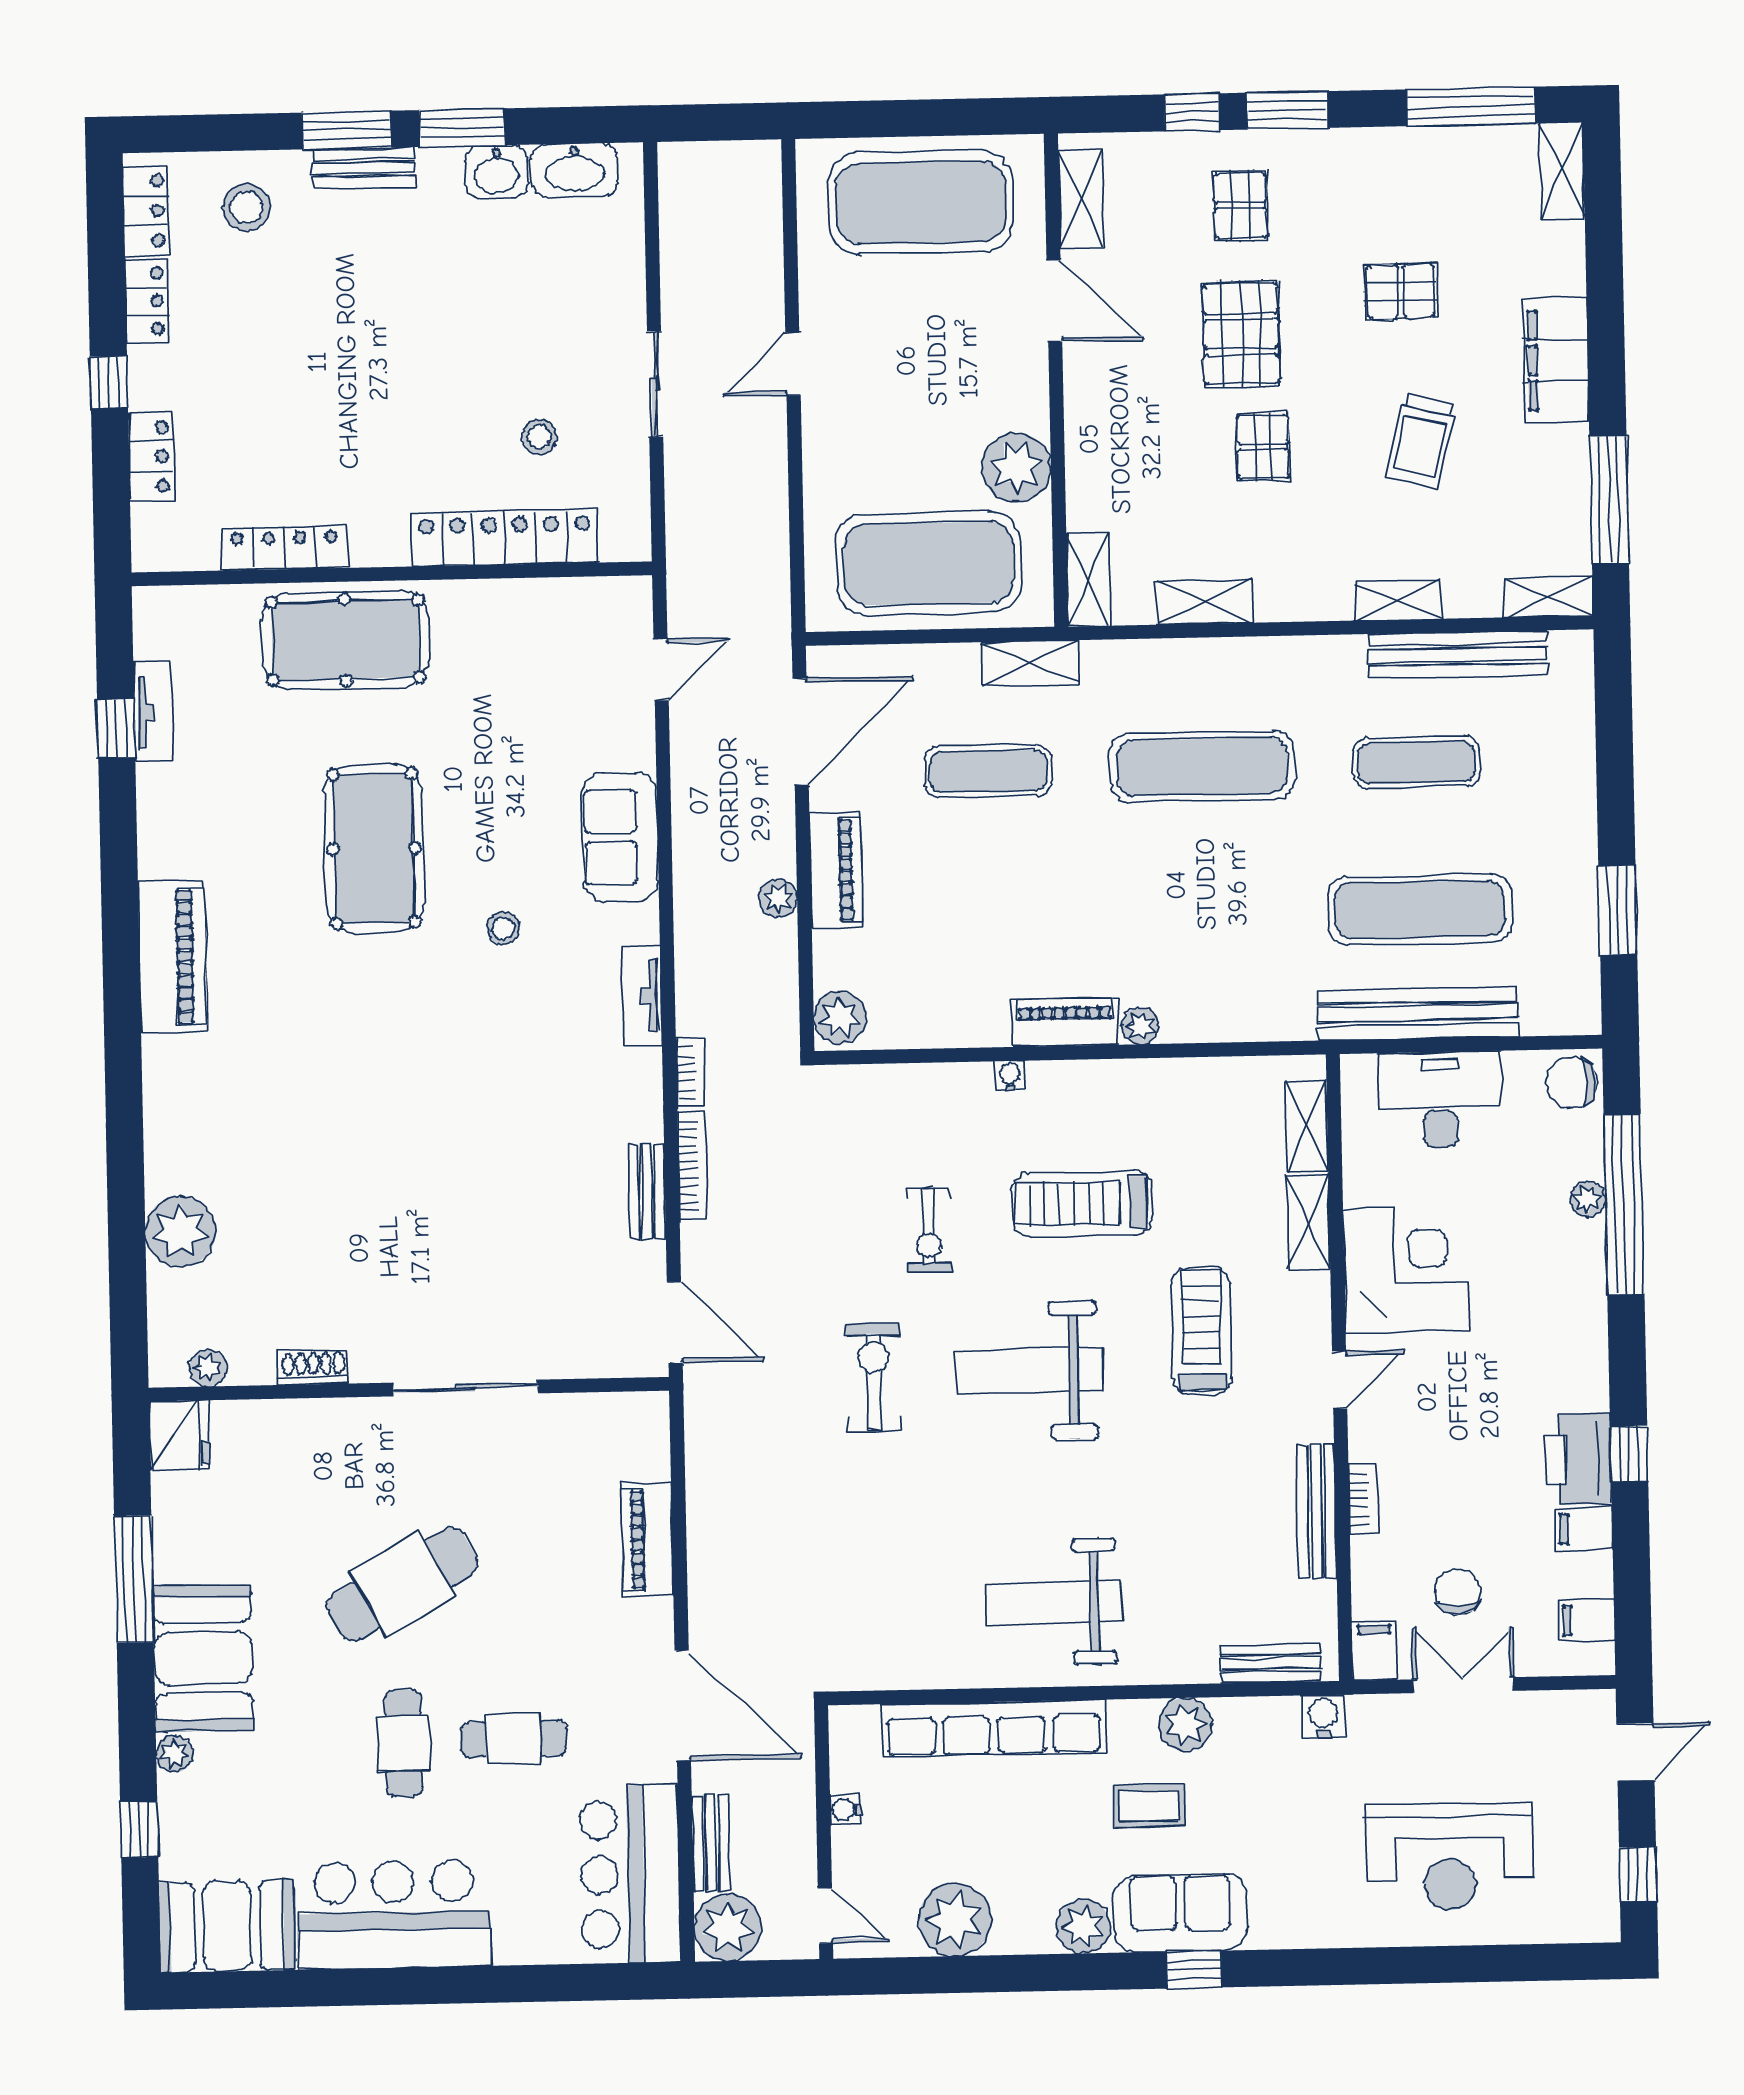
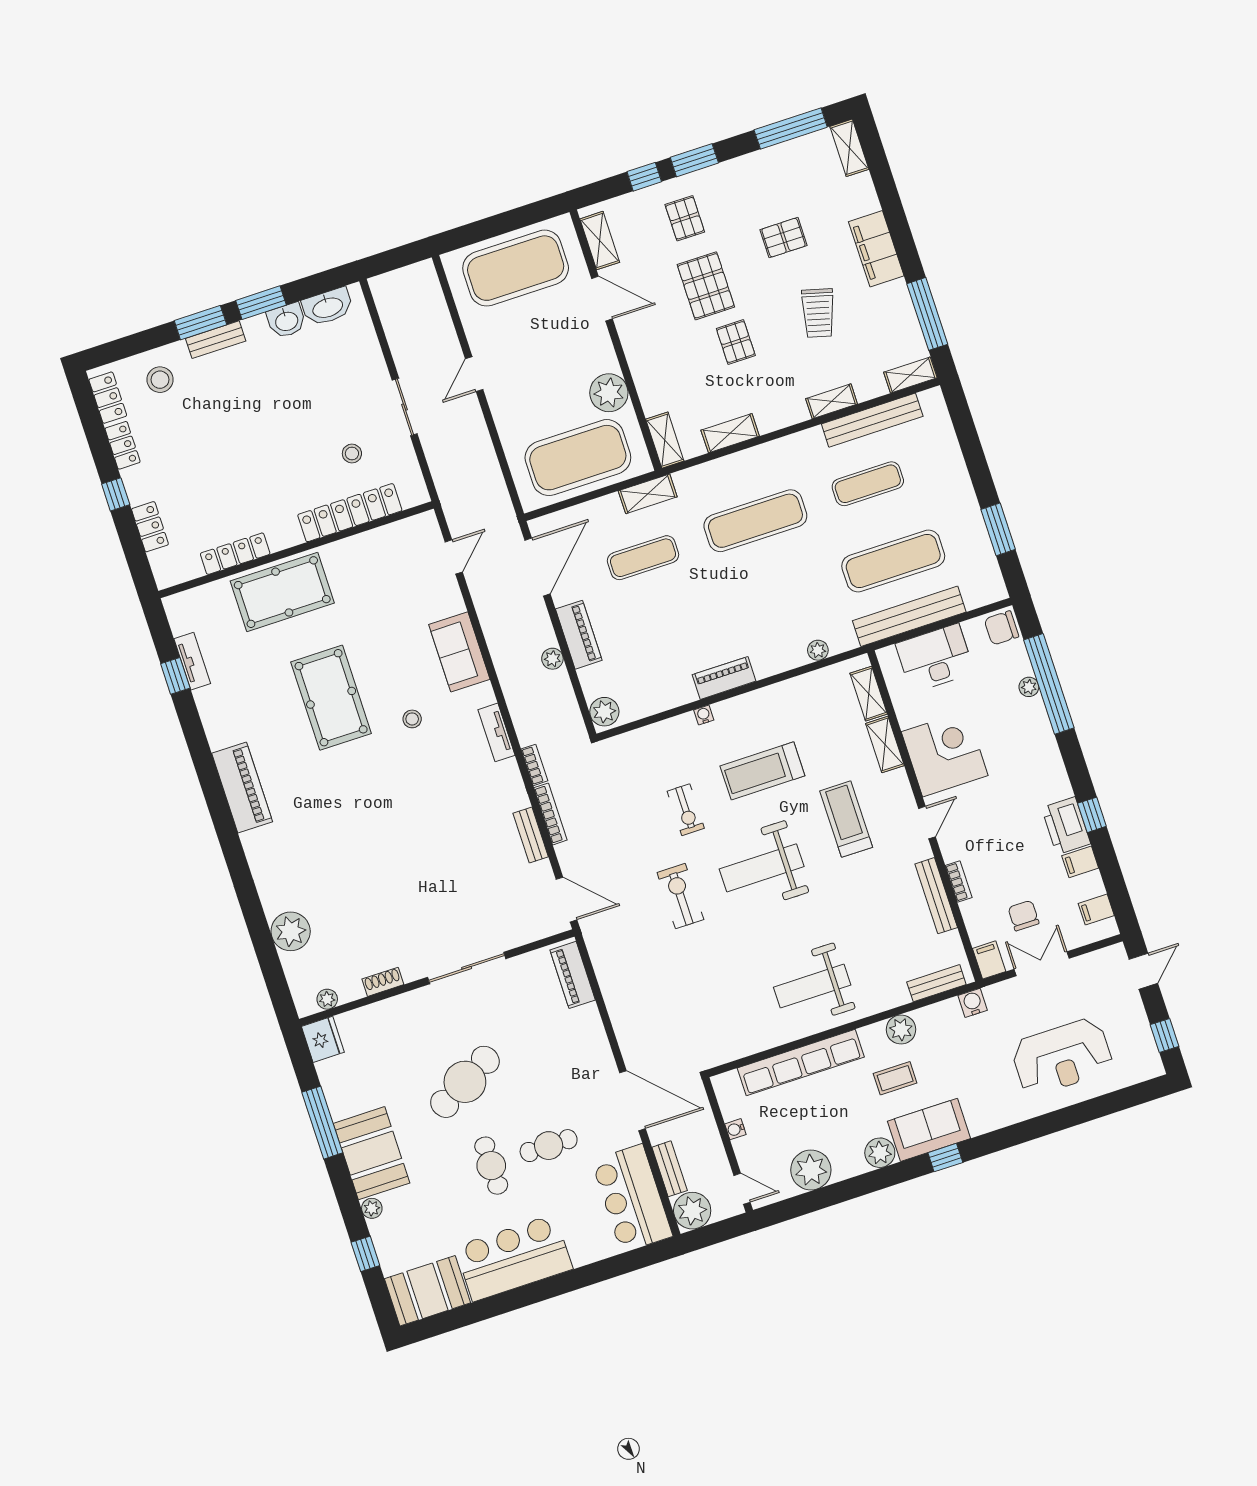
plant: (1140, 1026) -> (818, 650), moved
piano: (647, 1539) -> (573, 975), moved

